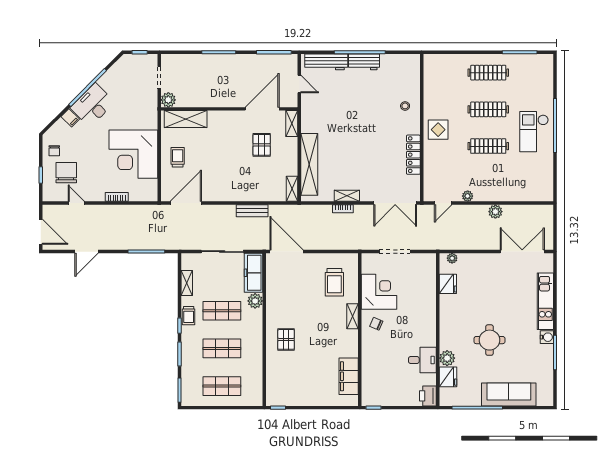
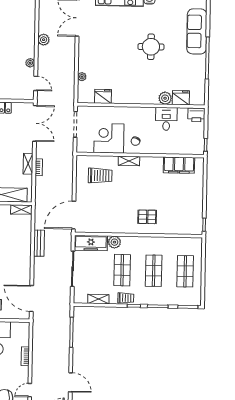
fridge: (448, 284) -> (103, 96), moved
wall: (438, 330) -> (141, 106), moved
plant: (447, 358) -> (165, 98), moved
desk: (422, 360) -> (166, 119), moved
fridge: (448, 377) -> (181, 98), moved
printer: (428, 396) -> (196, 115), moved

